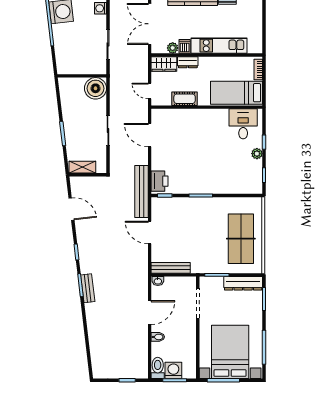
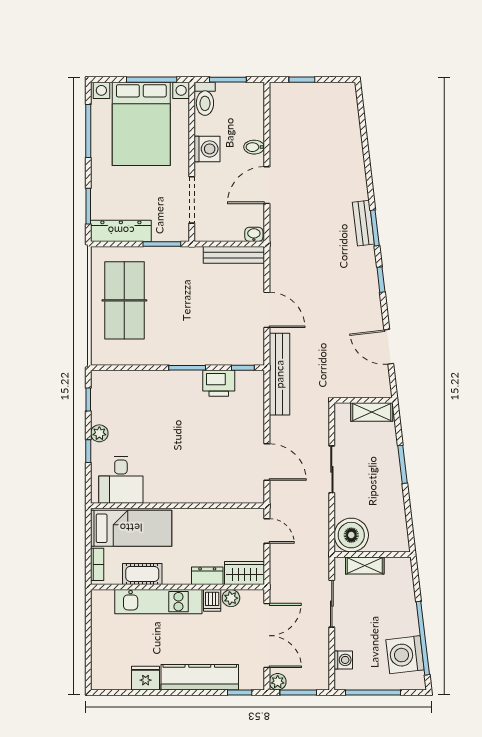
shelving: (87, 69) -> (365, 566), added
cot: (185, 99) -> (142, 574), moved
printer: (160, 181) -> (219, 383), moved, turned -90
toilet: (158, 368) -> (205, 99), moved
washing machine: (173, 370) -> (207, 149), moved, turned -90

